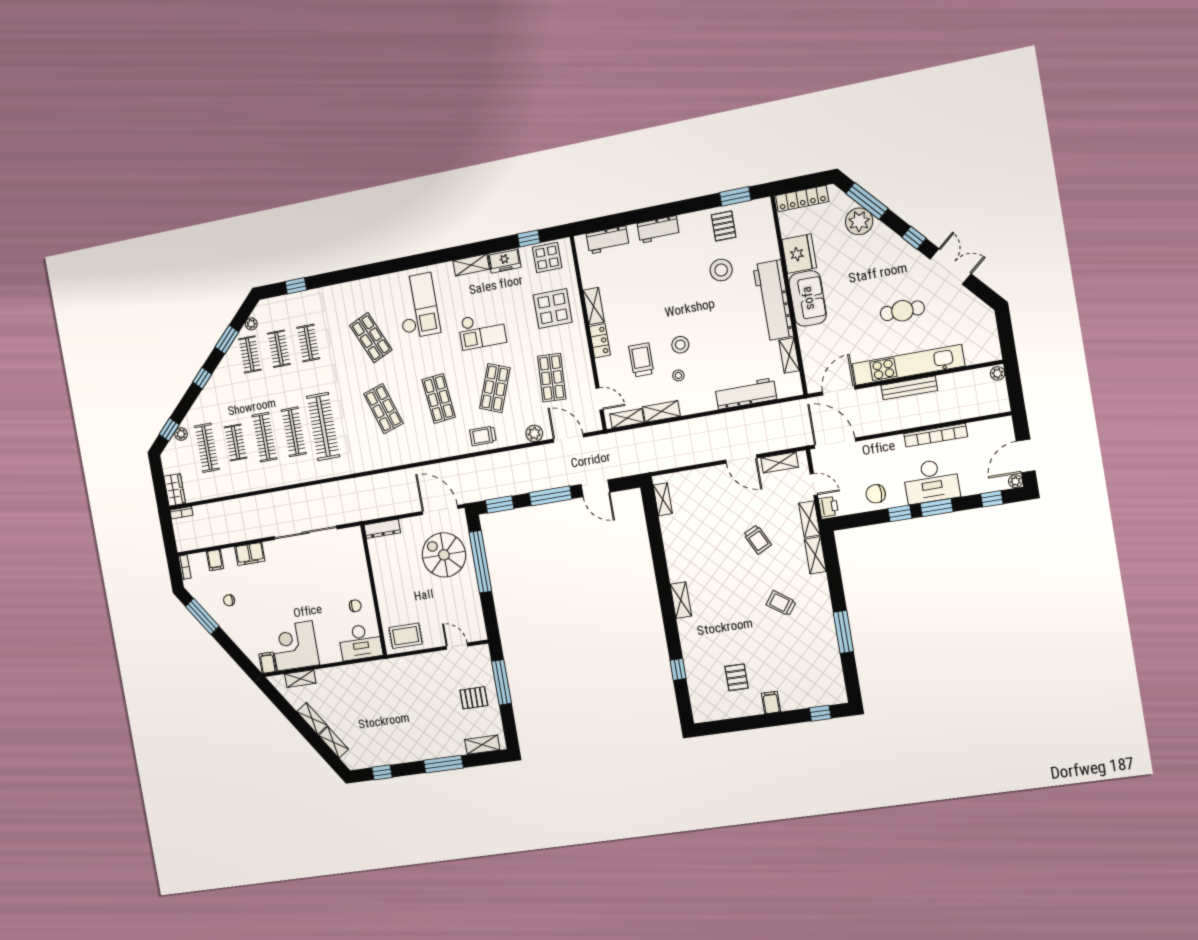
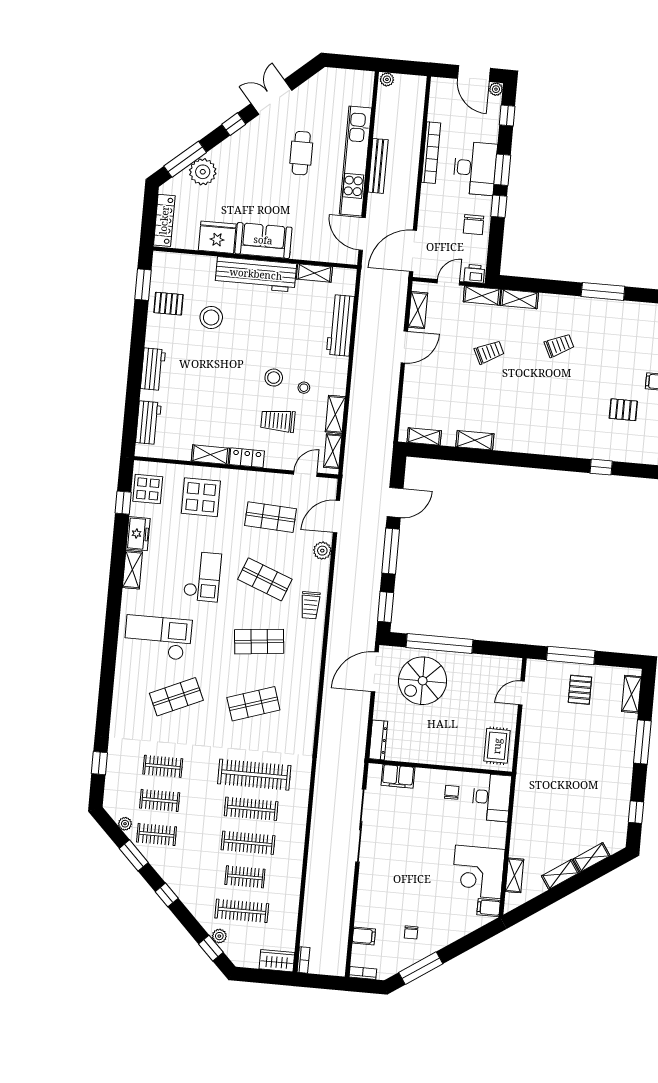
filing cabinet: (250, 554) -> (398, 776), moved, turned 90
shelving: (681, 600) -> (475, 440), moved
trolley: (781, 603) -> (559, 345), turned -152

